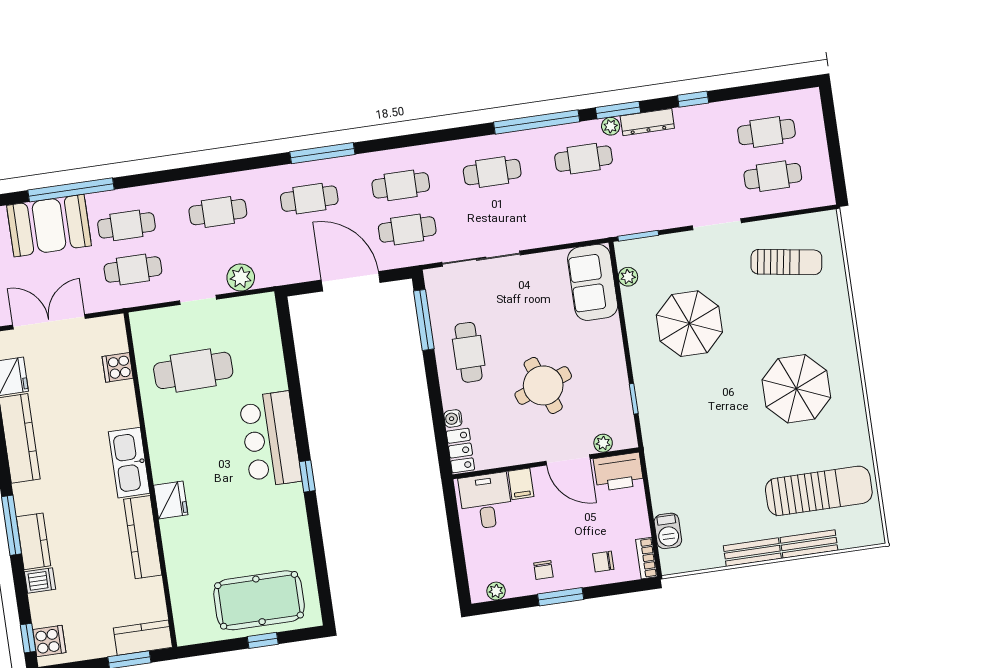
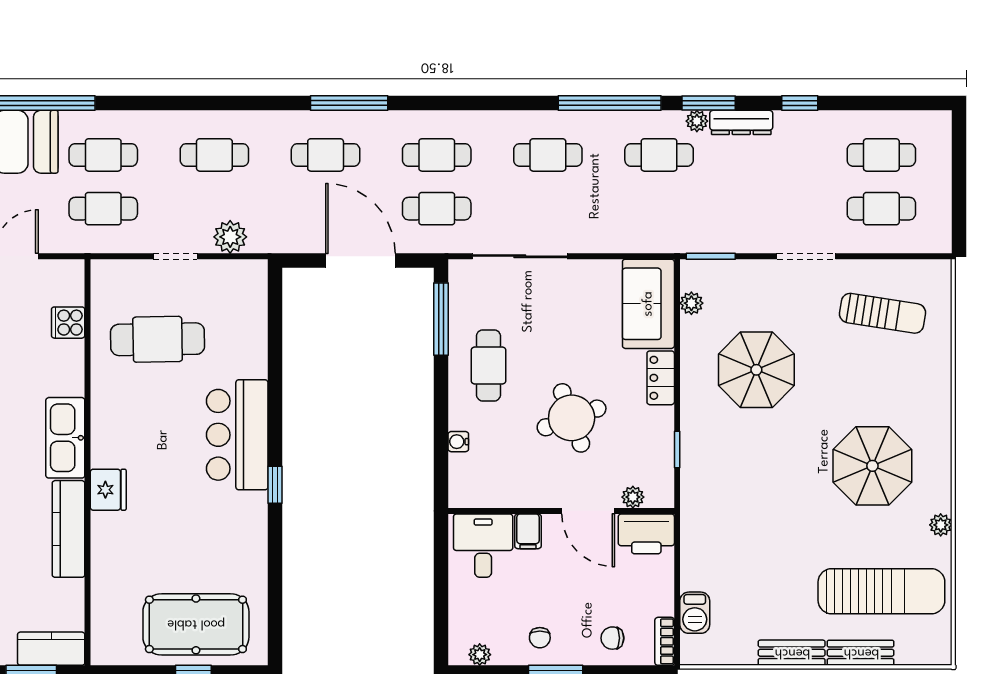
plant: (860, 429) -> (941, 525), added
locker: (460, 451) -> (661, 378), moved, turned 180

